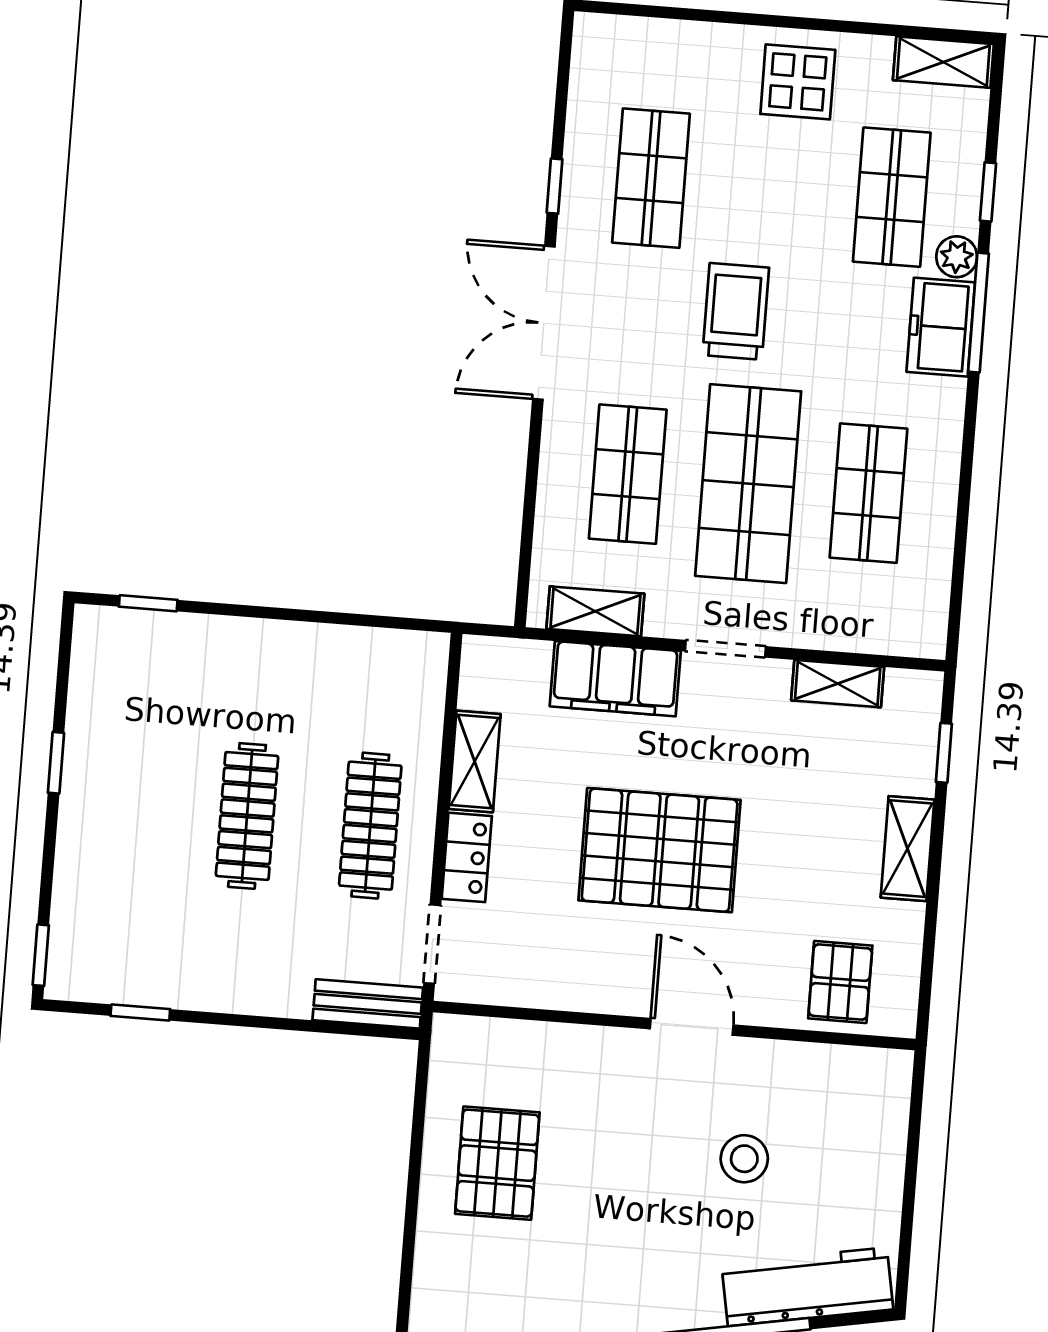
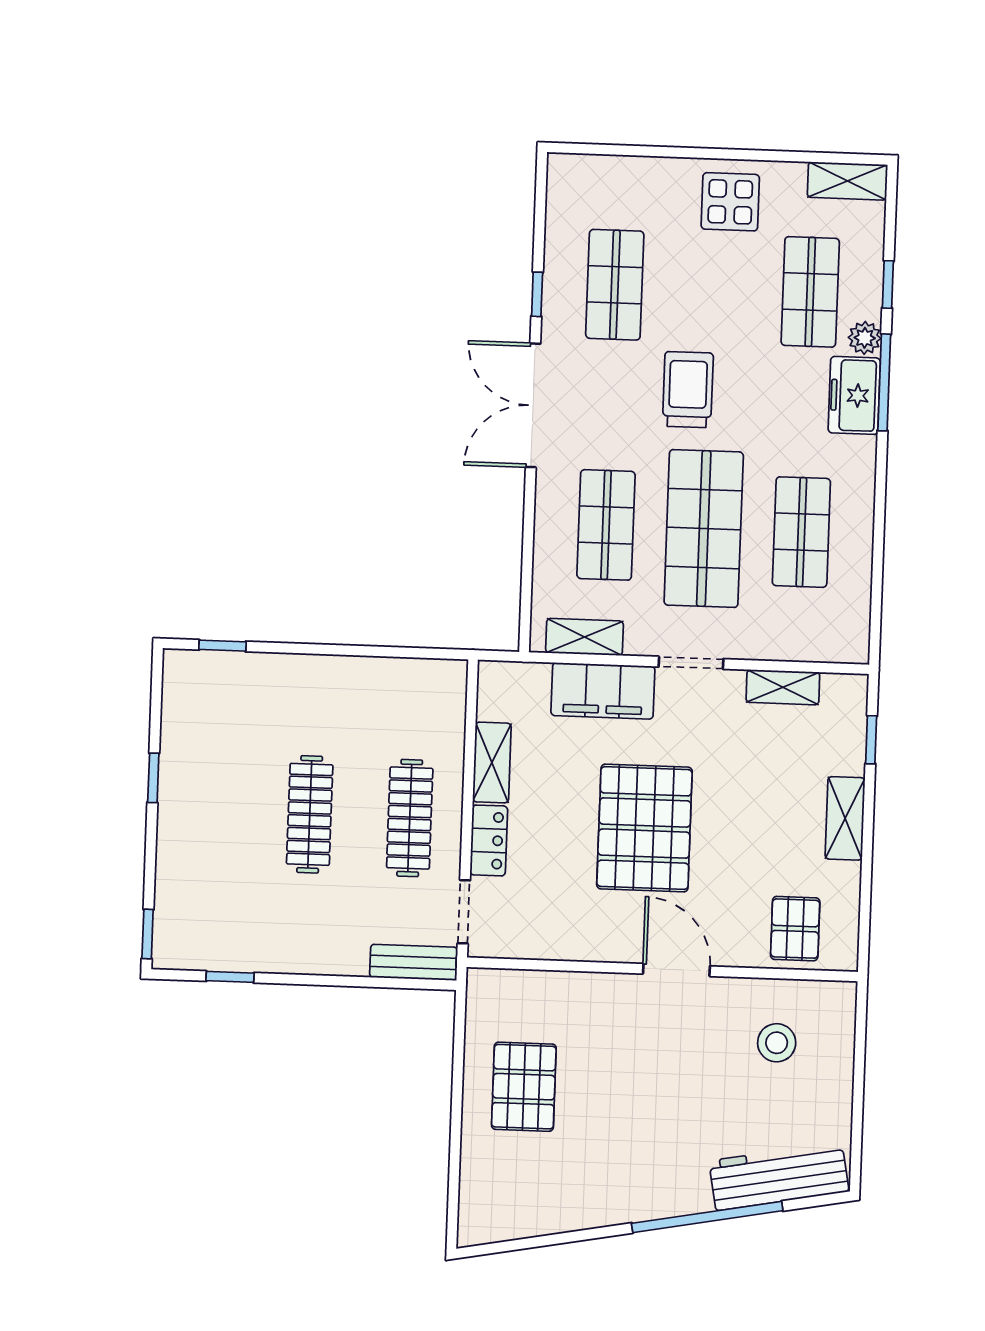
pallet: (660, 850) -> (644, 828), turned 90
stool: (744, 1159) -> (777, 1043), moved

